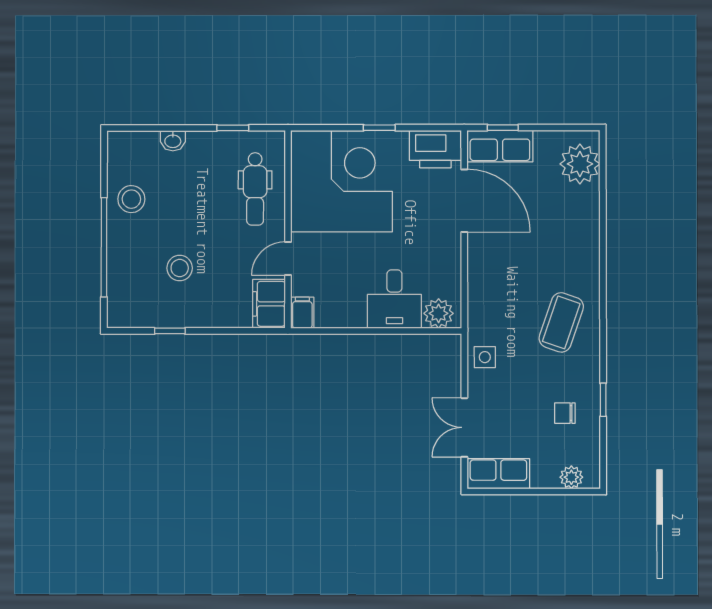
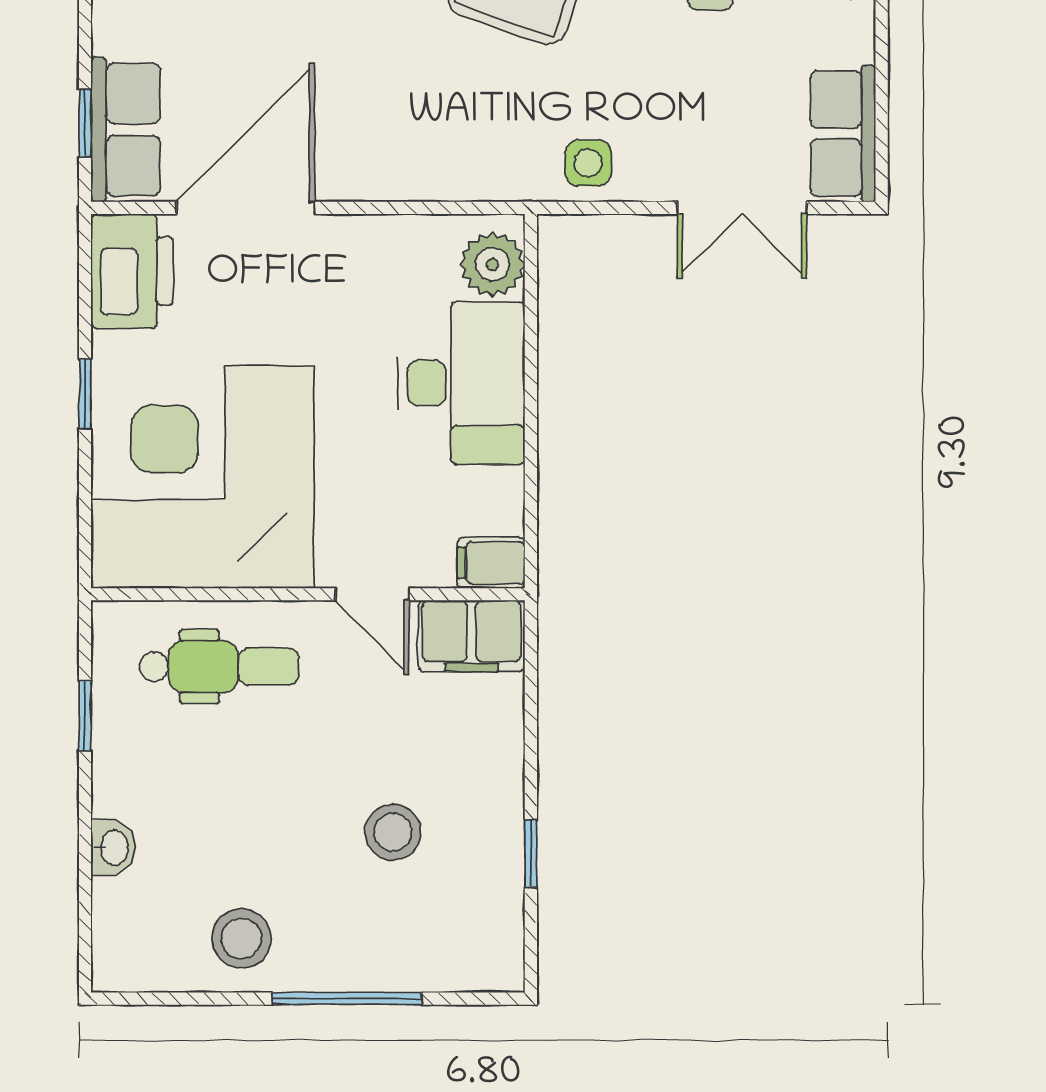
window: (104, 247) -> (347, 999), width x0.68
desk: (394, 299) -> (461, 383), width x1.37

